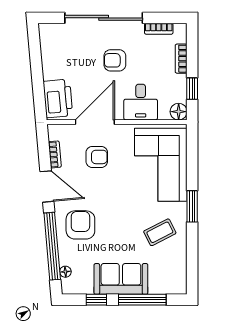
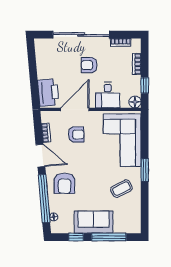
armchair: (80, 225) -> (64, 183), turned 180

